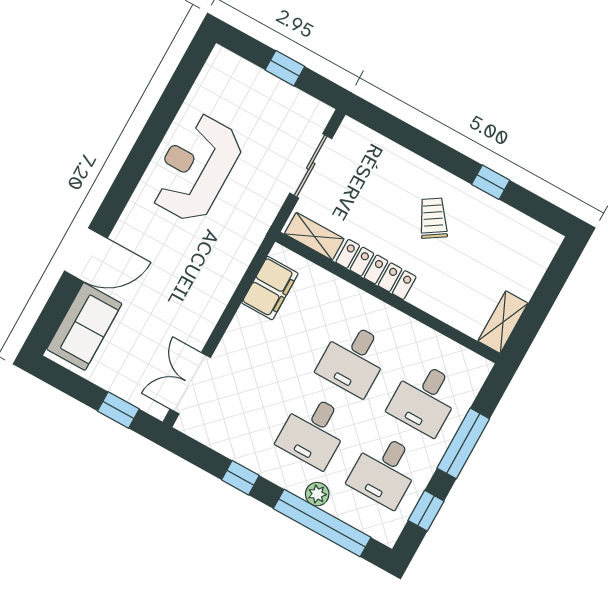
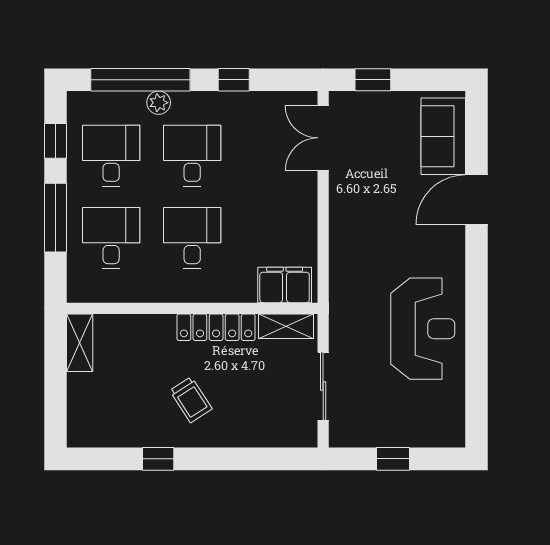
filing cabinet: (270, 288) -> (285, 285), moved, turned 90
double door: (190, 383) -> (323, 138), swing flipped

